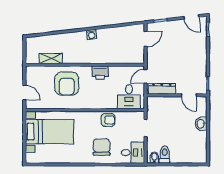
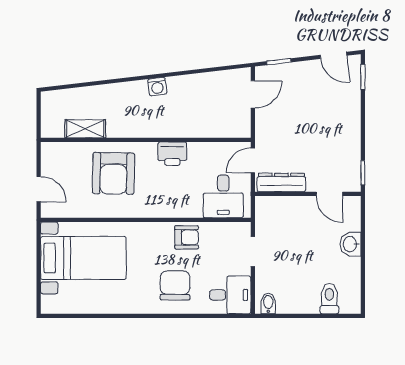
toilet: (165, 155) -> (329, 299), moved

